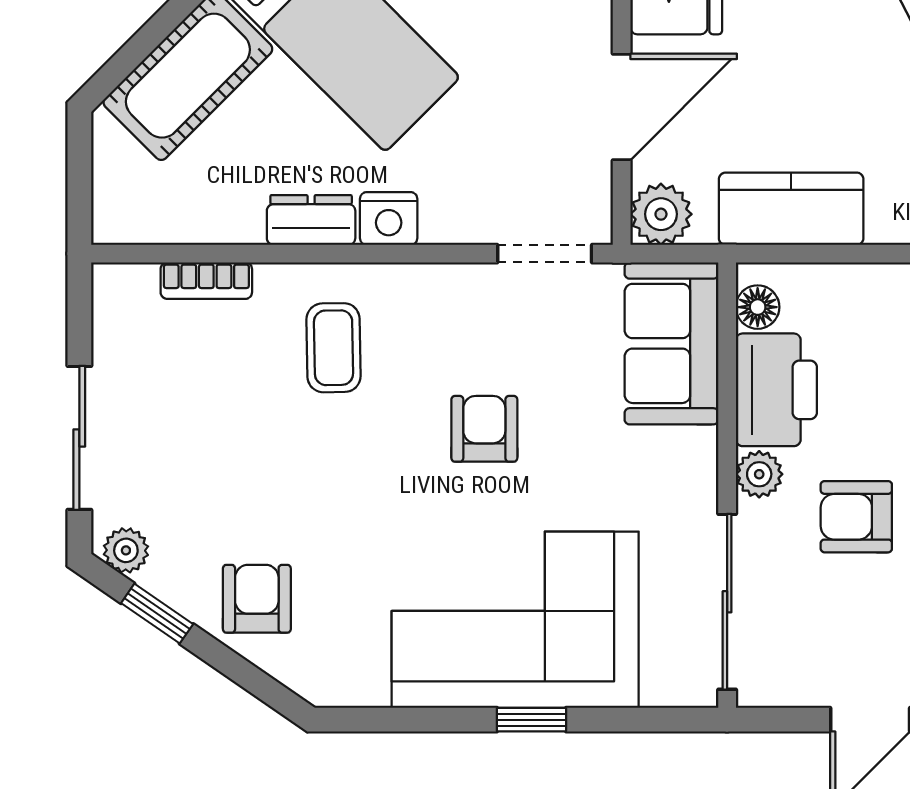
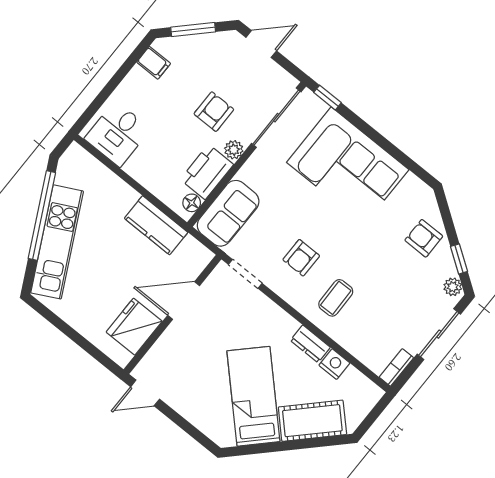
plant: (661, 214) -> (198, 257), removed
nightstand: (389, 218) -> (334, 364), moved
bookcase: (206, 281) -> (396, 367), moved, turned -90
armchair: (484, 429) -> (301, 258), moved
armchair: (856, 517) -> (214, 112), turned -90
armchair: (257, 599) -> (424, 238), turned 90
window: (532, 720) -> (327, 98), moved

